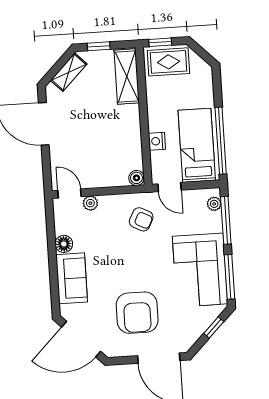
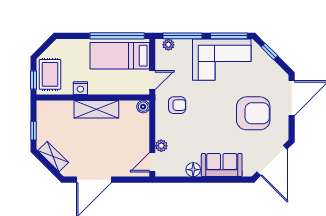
shelving: (127, 76) -> (96, 109), moved
nightstand: (157, 141) -> (80, 88), moved
armchair: (141, 219) -> (177, 105), turned 63

